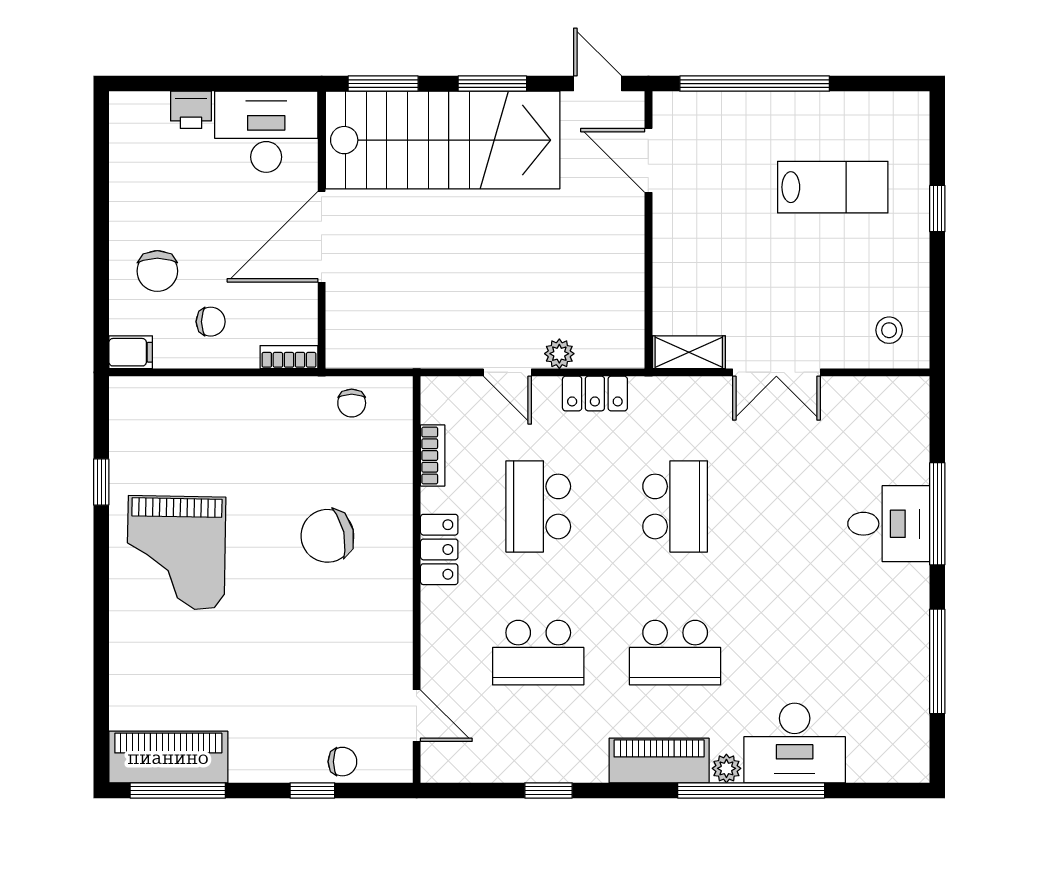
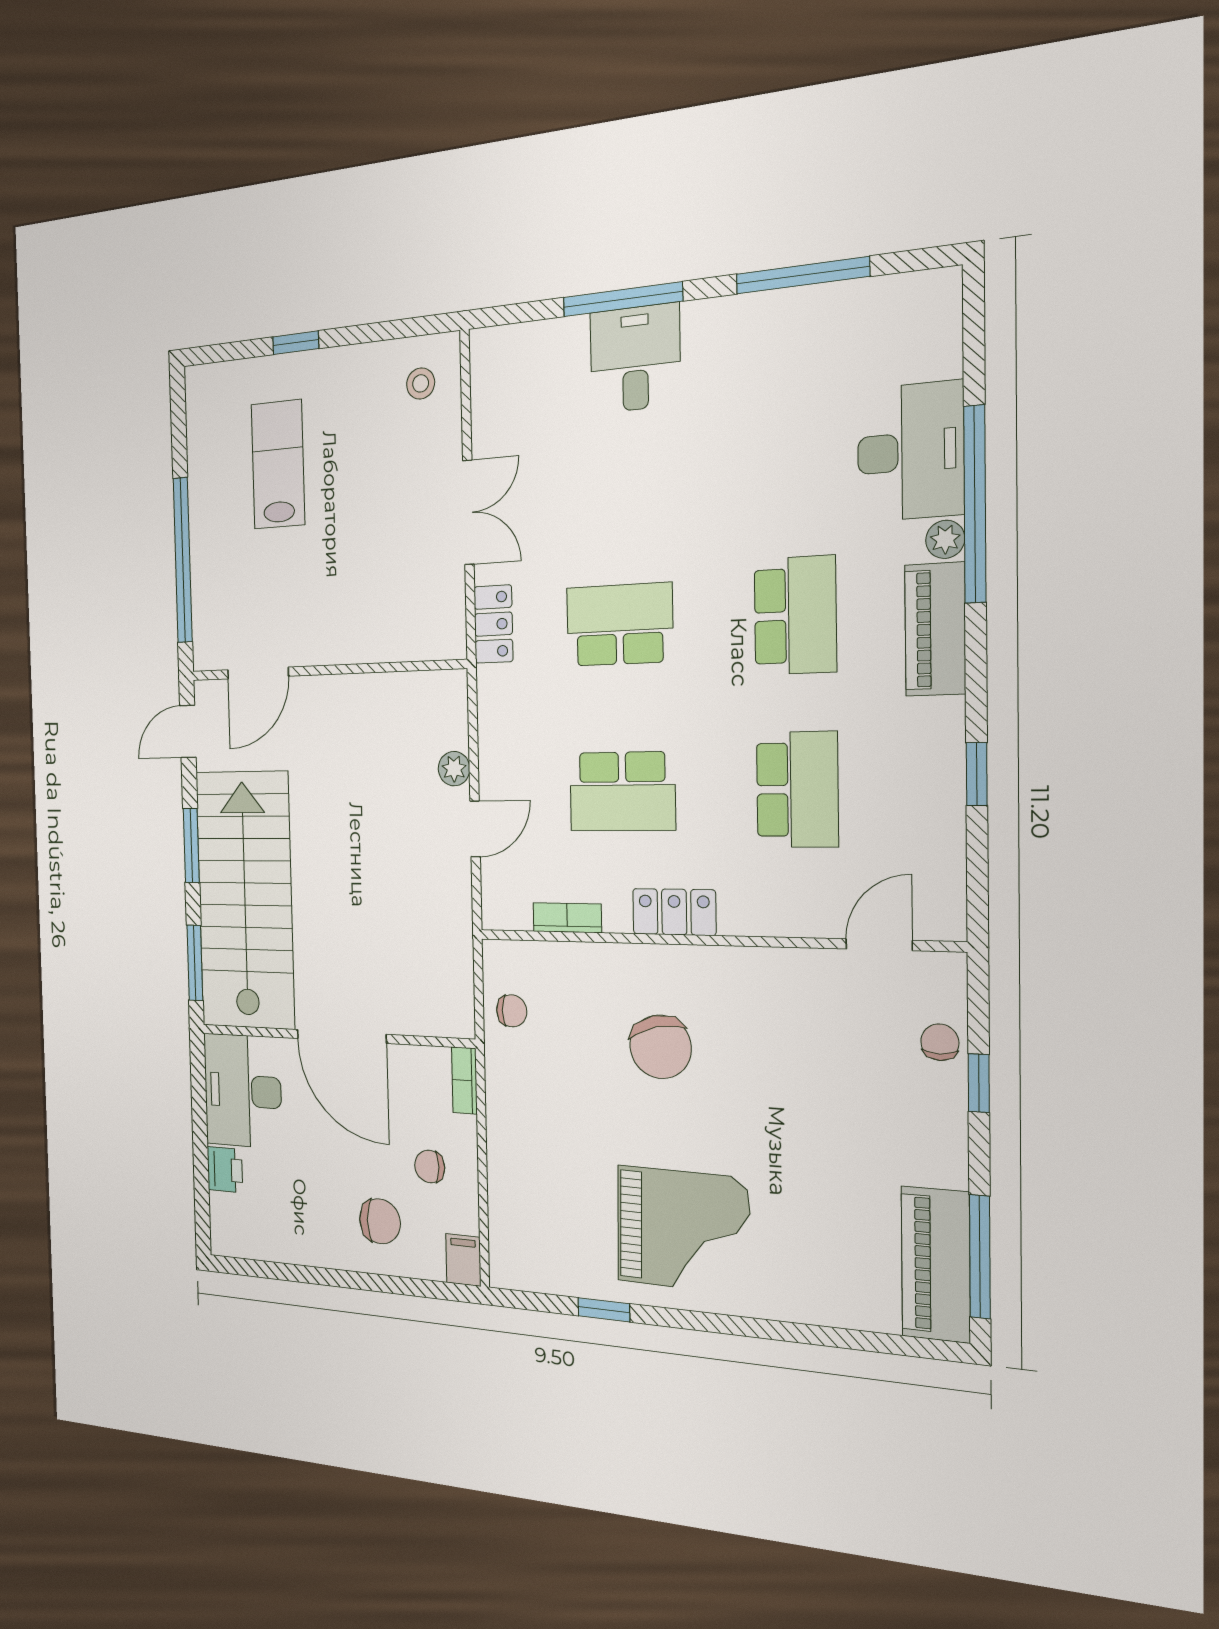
chair: (211, 322) -> (430, 1167), turned -90
shelving: (689, 352) -> (449, 617), removed
locker: (595, 394) -> (493, 624), moved

